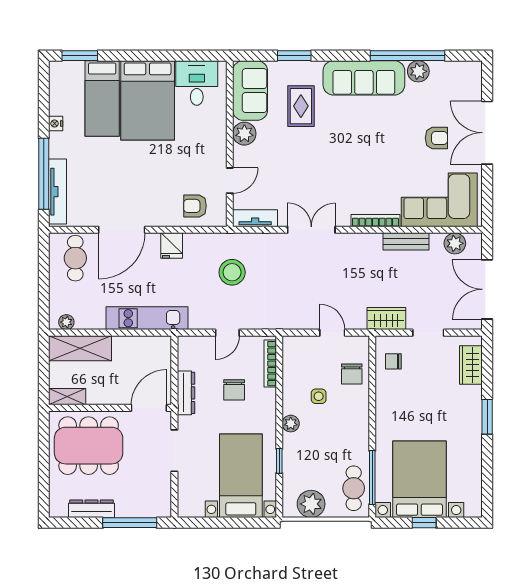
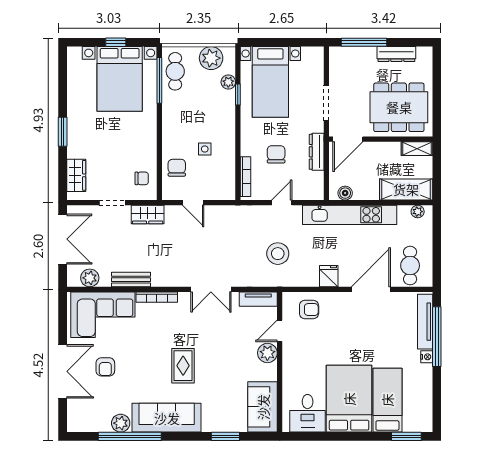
rug: (301, 106) -> (183, 366), moved
nightstand: (56, 124) -> (427, 357), moved
plant: (244, 134) -> (267, 353), moved
armchair: (436, 138) -> (105, 367), turned -90
kitchen unit: (147, 318) -> (350, 215), width x1.36
boiler: (152, 344) -> (345, 193), added
plant: (291, 424) -> (228, 82), moved

